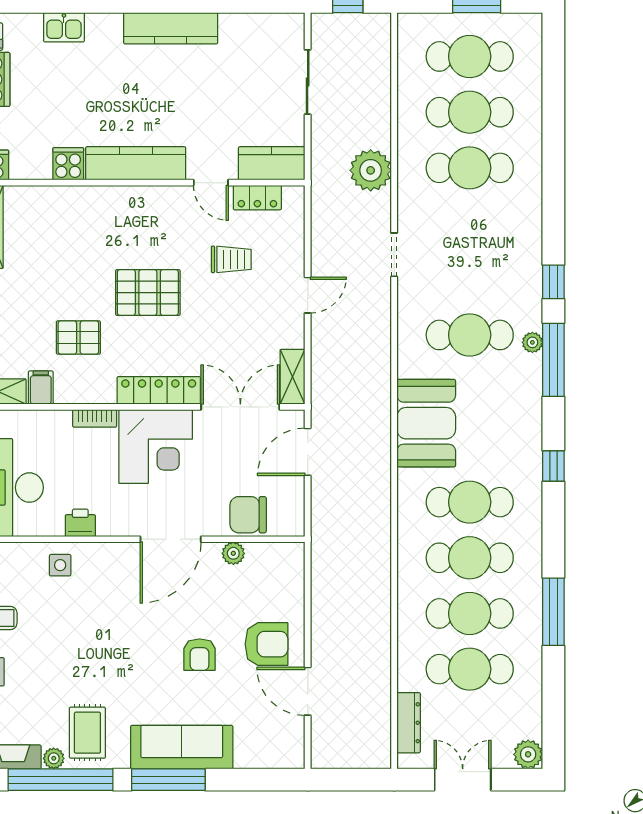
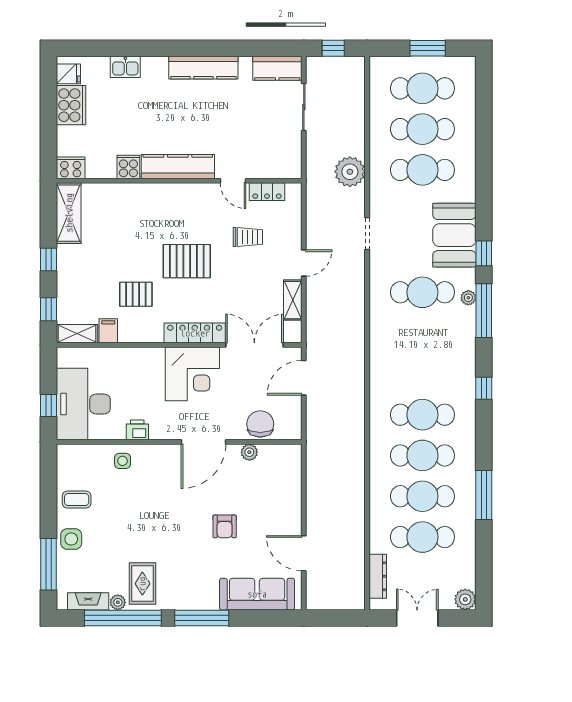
kitchen counter: (272, 163) -> (277, 68), moved, turned 180
shelving: (293, 377) -> (293, 300), moved
bookcase: (95, 418) -> (148, 353), removed
booth: (426, 423) -> (454, 235), moved
chair: (248, 515) -> (260, 424), turned 90
armchair: (266, 644) -> (274, 519), removed
sofa: (182, 747) -> (257, 594), moved

